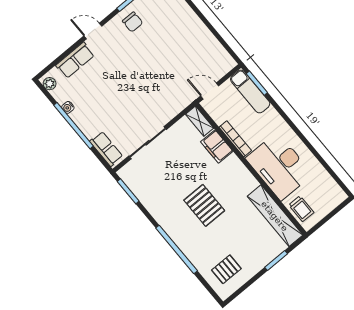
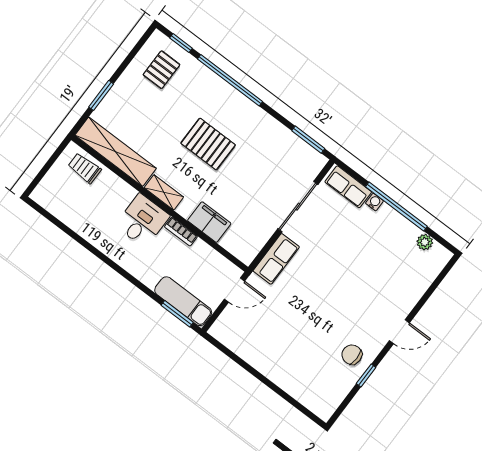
row of seats: (75, 60) -> (276, 259), moved, turned 180
plant: (50, 84) -> (425, 242), moved
water cooler: (68, 107) -> (374, 202), moved
shelving: (200, 121) -> (164, 192), moved
bookcase: (235, 139) -> (181, 232), width x0.64
desk: (279, 166) -> (142, 221), width x0.53, depth x0.77
window: (207, 286) -> (181, 43), added

